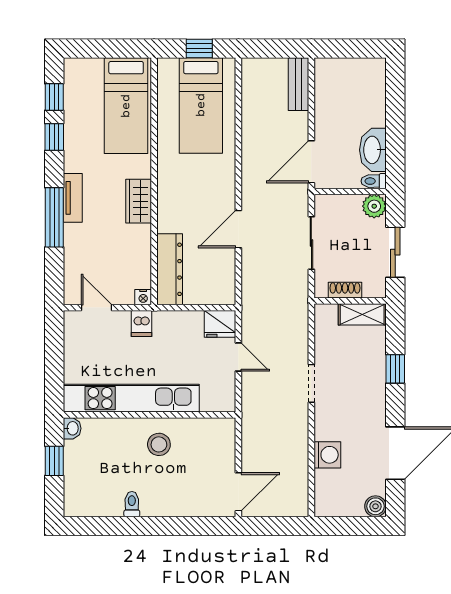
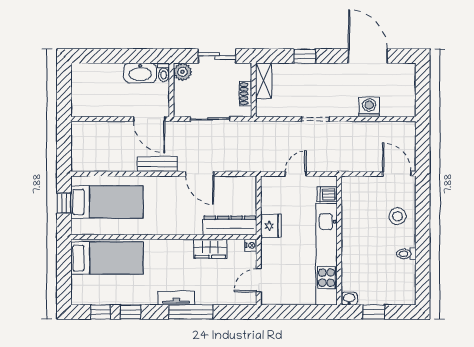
bench: (299, 84) -> (157, 164), moved
wardrobe: (139, 201) -> (210, 249), moved
dishwasher: (141, 324) -> (327, 194), moved, turned 180
fridge: (220, 324) -> (271, 226), moved
stool: (159, 444) -> (397, 216), moved
boiler: (375, 506) -> (408, 71), removed

